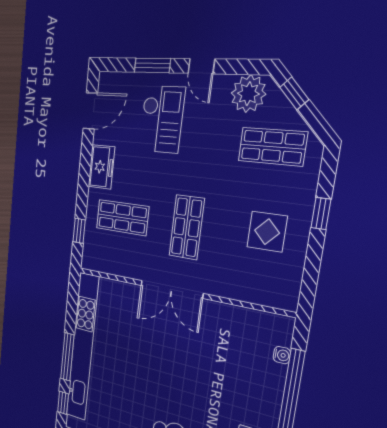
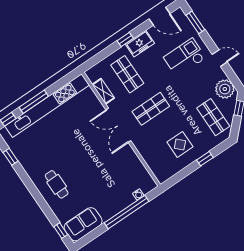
window: (152, 65) -> (195, 22), moved
door: (201, 66) -> (220, 58), swing flipped
checkout: (162, 119) -> (185, 58), turned 180
window: (79, 231) -> (125, 40), moved
shelving: (118, 267) -> (103, 91), added

